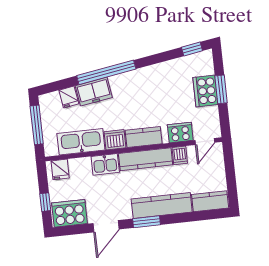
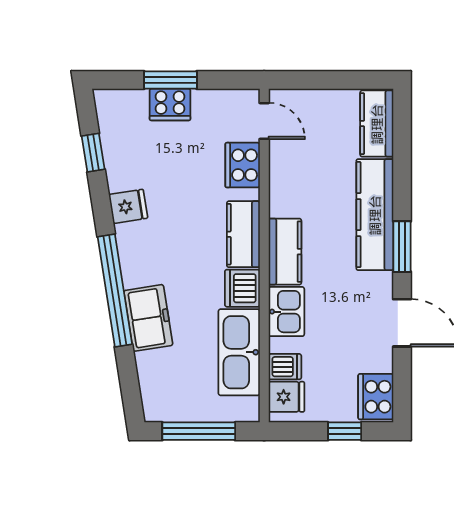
window: (192, 49) -> (93, 153), moved
cooker: (205, 91) -> (170, 104), width x0.73, depth x0.76
fridge: (69, 97) -> (128, 206), moved
dishwasher: (180, 155) -> (285, 367), moved
kitchen counter: (146, 159) -> (285, 252), width x0.67
cooker: (70, 213) -> (376, 397), width x0.73, depth x0.76

